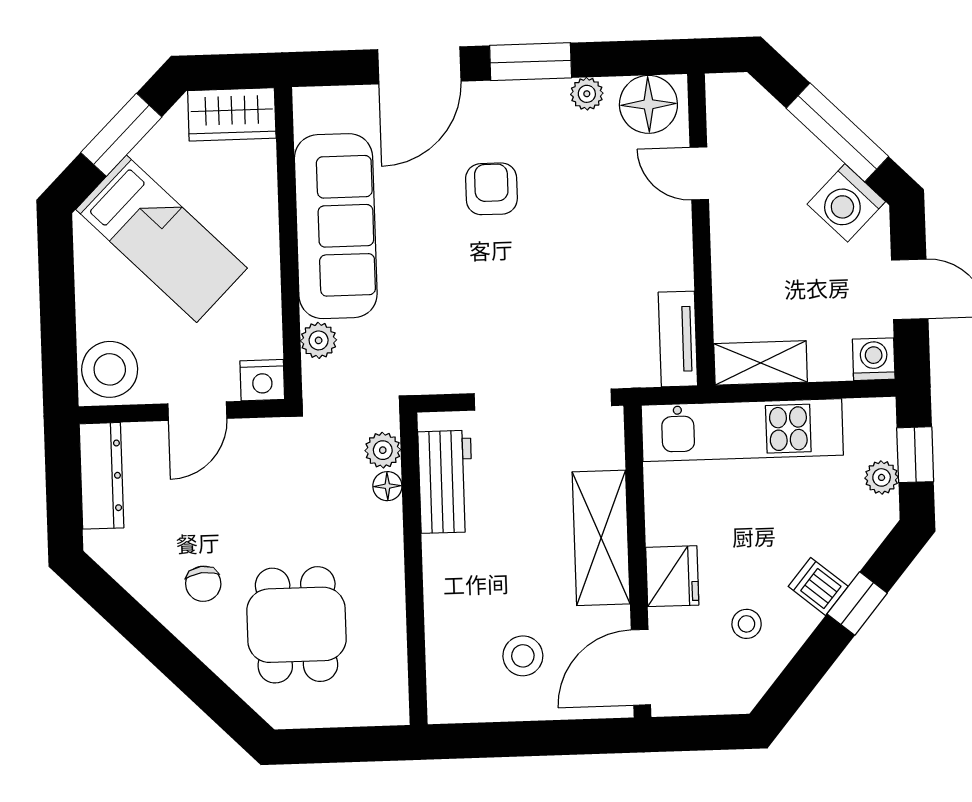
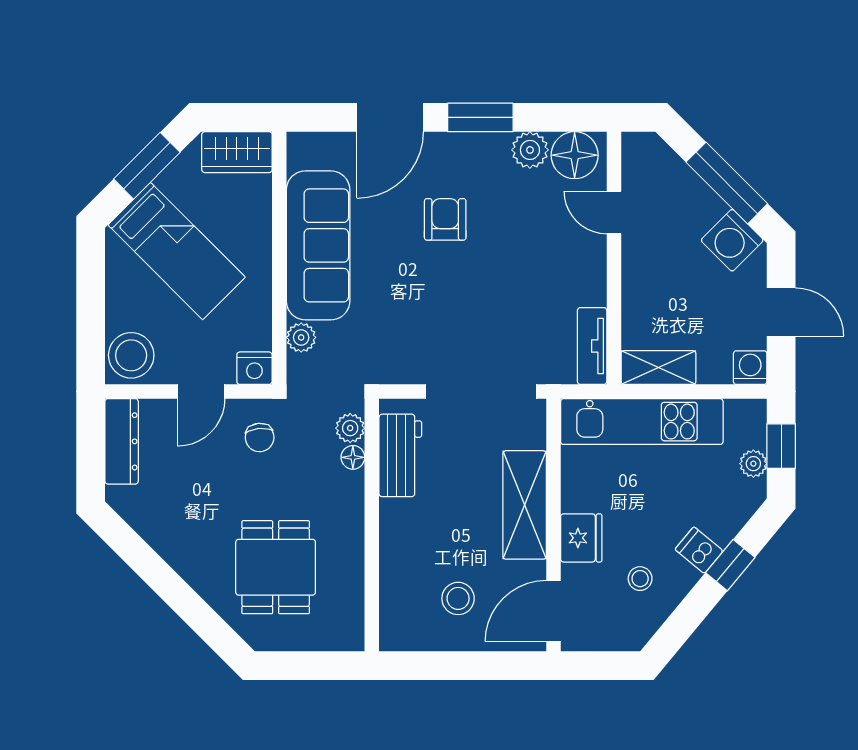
plant: (587, 94) -> (530, 150), width x1.38, depth x1.38
chair: (203, 584) -> (260, 437), moved

